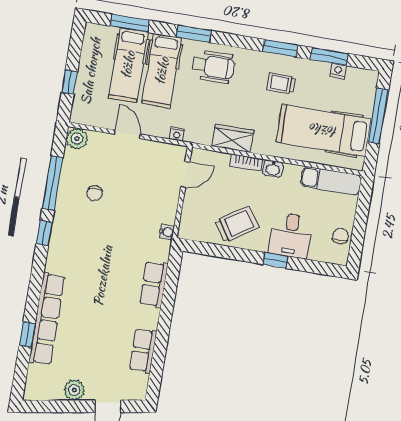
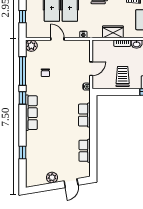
door: (185, 175) -> (91, 69), moved
trolley: (237, 224) -> (123, 76), turned -56
row of seats: (47, 319) -> (31, 113), moved, width x0.73

